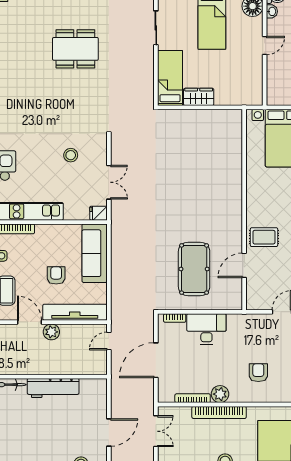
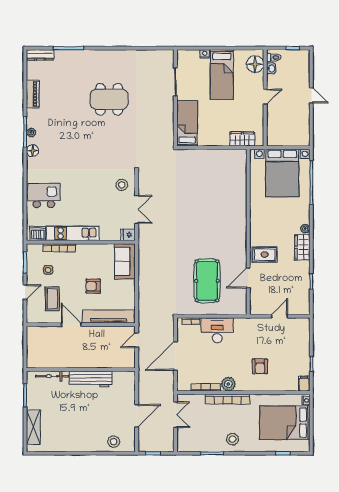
wardrobe: (199, 97) -> (242, 139), moved
stool: (71, 155) -> (122, 185), moved
sofa: (95, 253) -> (125, 261), width x0.73
armchair: (56, 275) -> (93, 286), turned -90
plant: (51, 332) -> (89, 333), removed
armchair: (258, 373) -> (260, 366), turned 180

